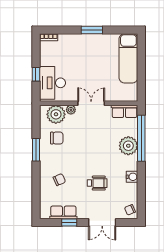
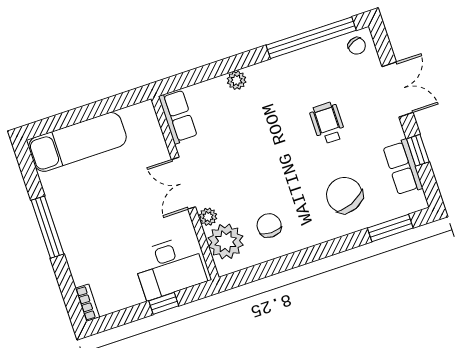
window: (92, 30) -> (47, 227), width x1.44
window: (141, 138) -> (311, 38), moved
plant: (128, 146) -> (237, 80), width x0.53, depth x0.53
window: (36, 150) -> (390, 228), moved
water cooler: (132, 177) -> (294, 62), removed
chair: (59, 180) -> (344, 195), width x1.87, depth x1.87

